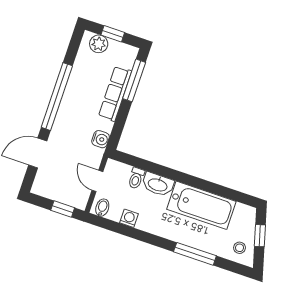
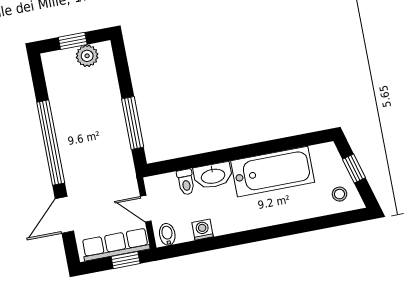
plant: (99, 44) -> (87, 56), moved
window: (134, 80) -> (133, 123), moved
row of seats: (115, 94) -> (116, 245), moved, turned 90
water cooler: (101, 139) -> (124, 162), removed
window: (195, 254) -> (295, 228), removed

